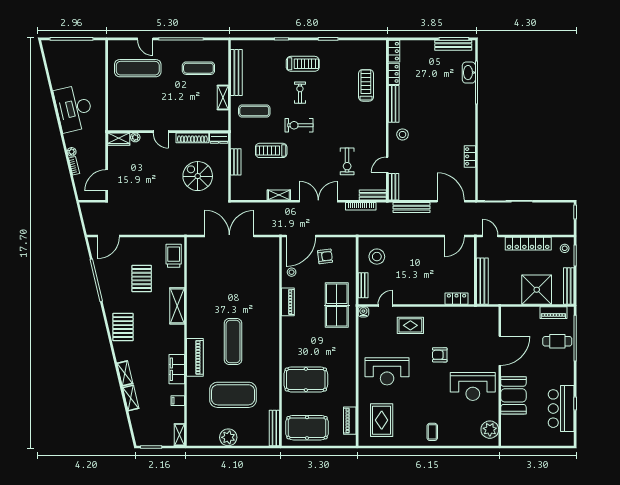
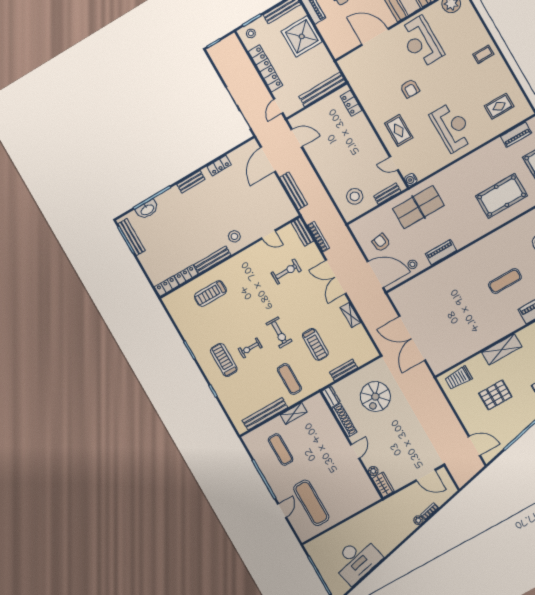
desk: (74, 108) -> (356, 560), moved
bench: (394, 187) -> (191, 182), moved
exercise mat: (233, 342) -> (505, 281), width x0.73, depth x0.69
pool table: (306, 379) -> (502, 196), turned 90
reception desk: (473, 386) -> (421, 42), turned 180
rug: (382, 420) -> (499, 106), width x0.73, depth x0.70

